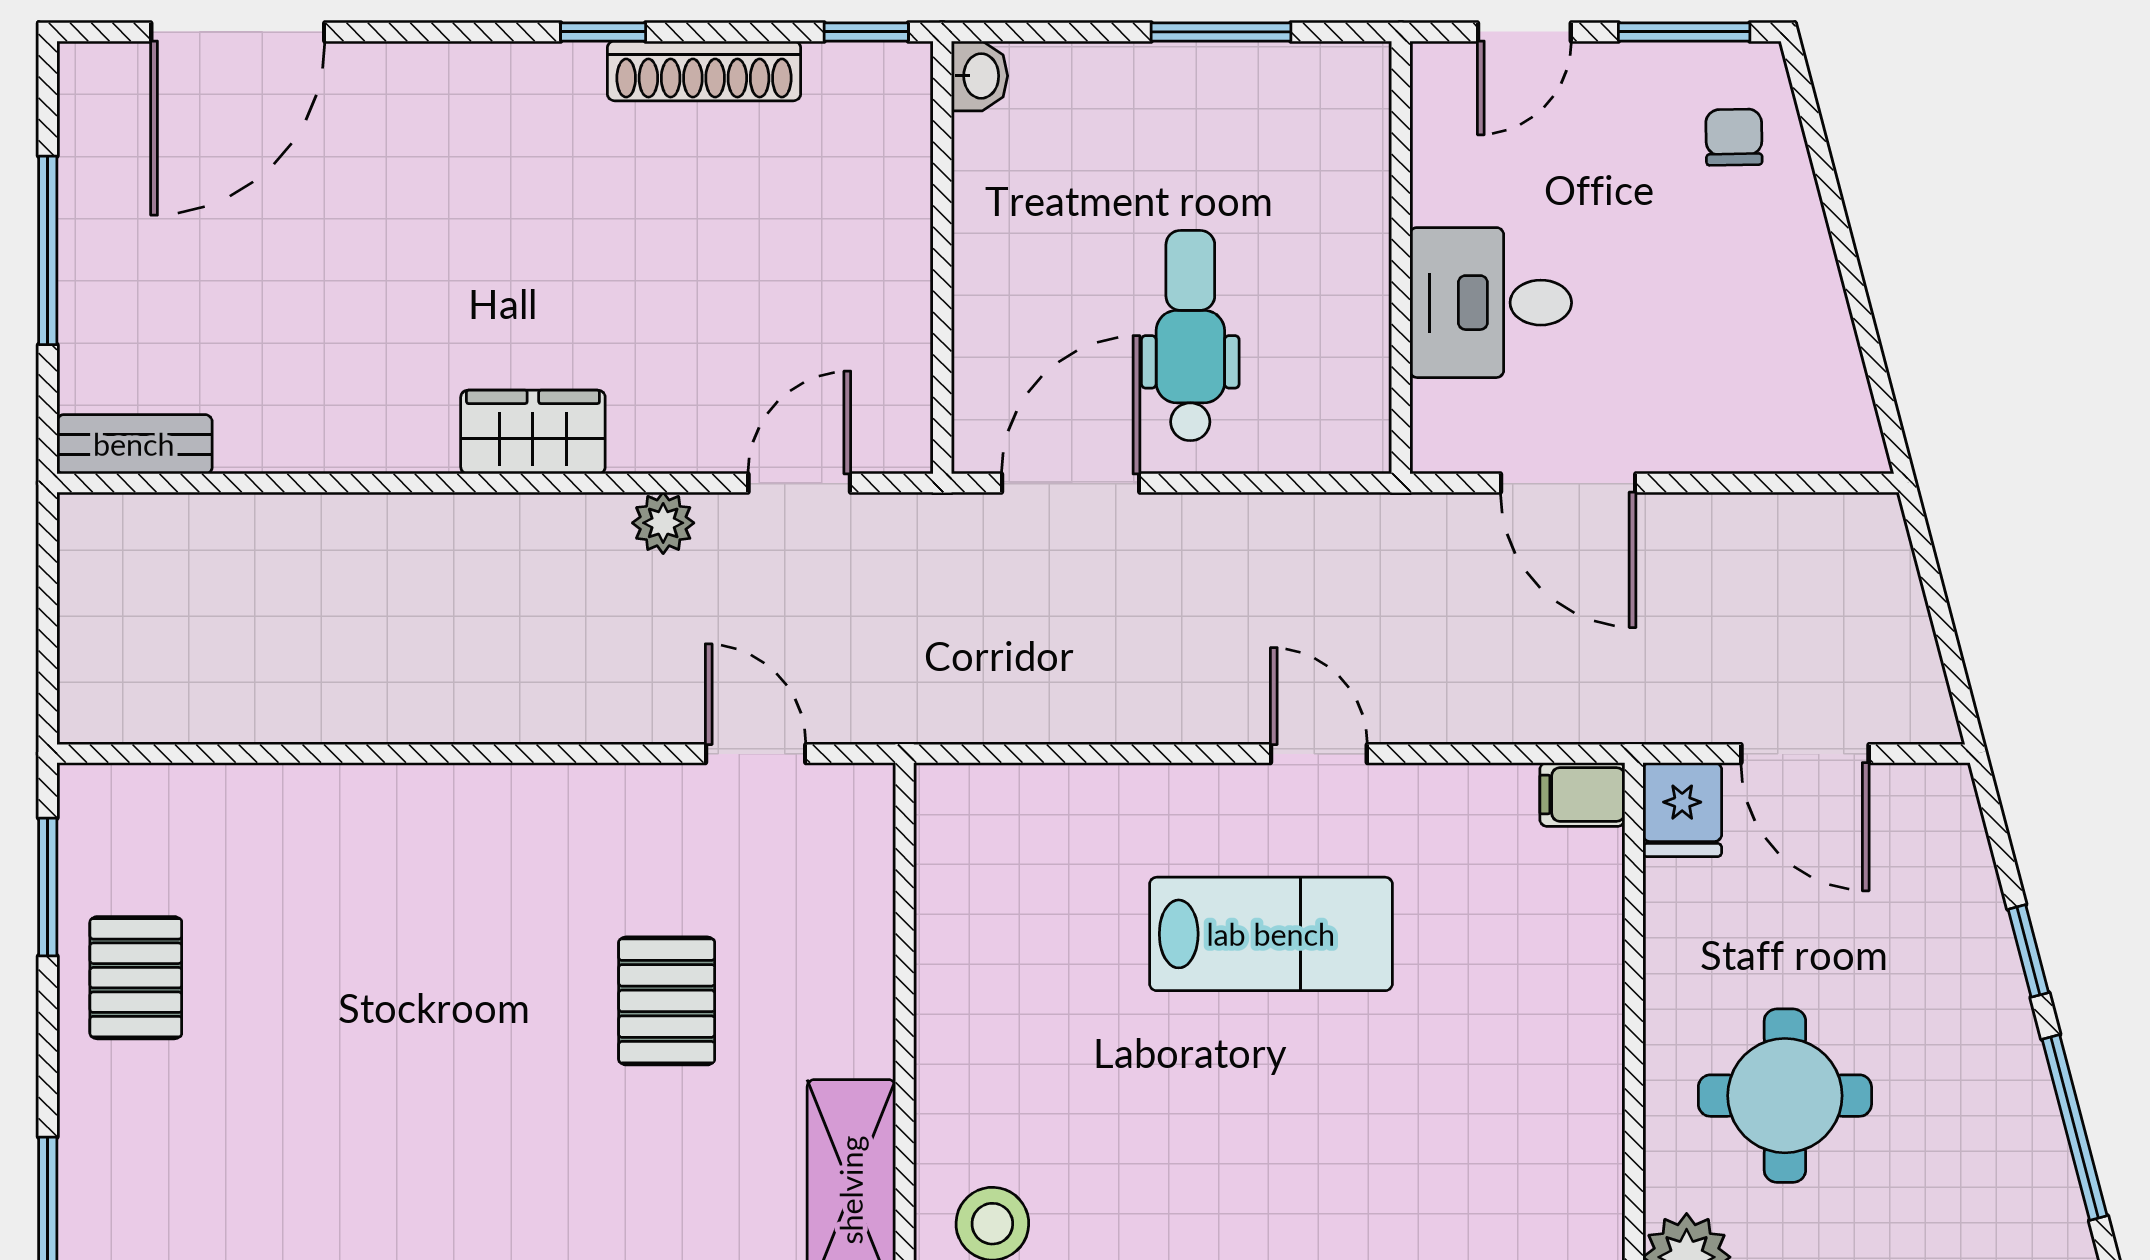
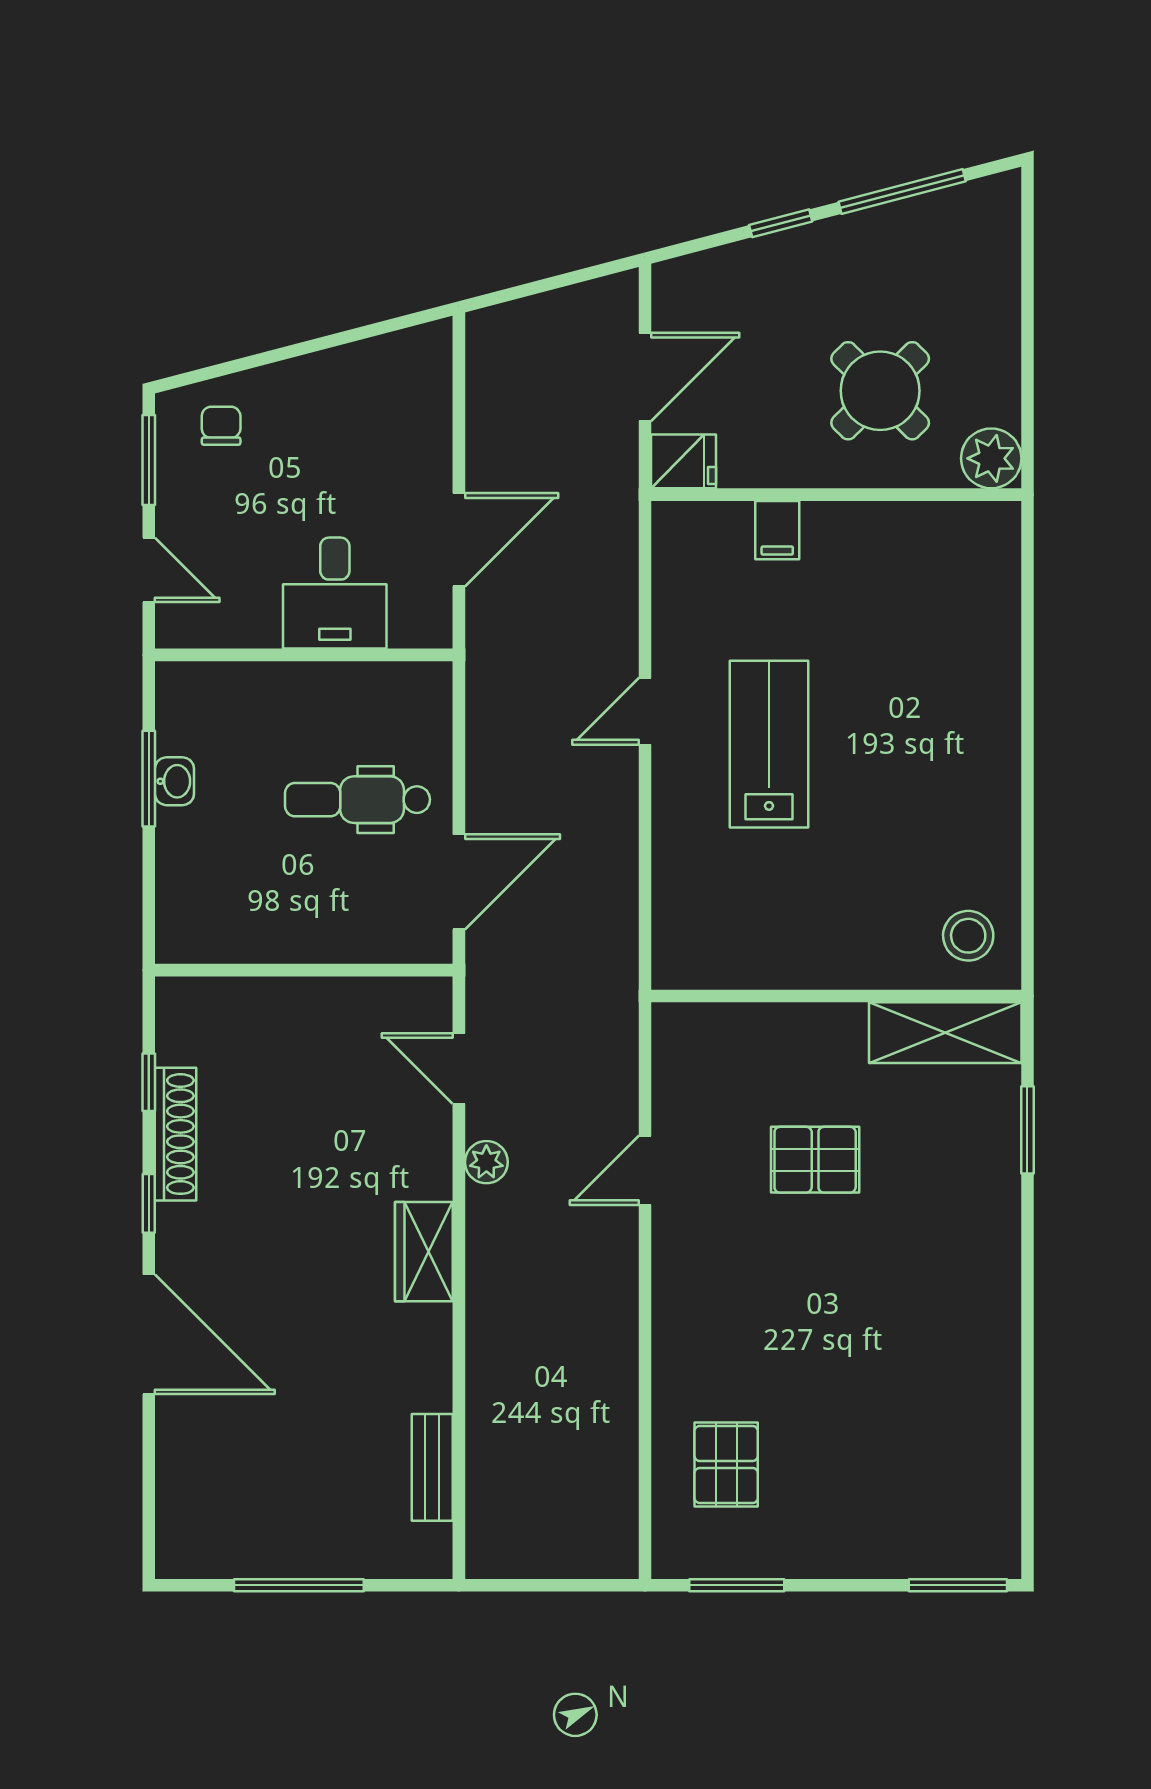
door: (238, 32) -> (149, 1334), moved
window: (866, 32) -> (149, 1082), moved
washbasin: (980, 76) -> (174, 781), moved, turned 90
chair: (1734, 137) -> (221, 426), turned 91
bench: (134, 444) -> (432, 1467), moved
door: (1071, 483) -> (459, 882), swing flipped
door: (756, 754) -> (645, 1170), moved
filing cabinet: (1582, 794) -> (777, 530), moved
pallet: (136, 978) -> (726, 1464), moved, turned 90
round table: (1785, 1096) -> (880, 391), turned 45

